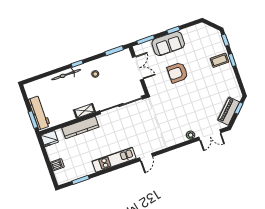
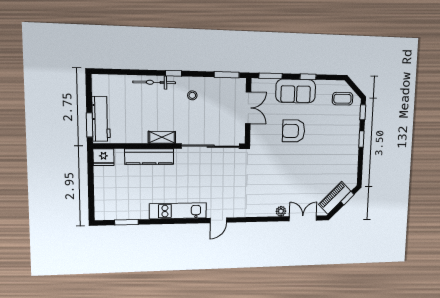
coffee table: (219, 60) -> (342, 99), moved
double door: (210, 135) -> (303, 218), swing flipped
dishwasher: (57, 165) -> (102, 194), removed

